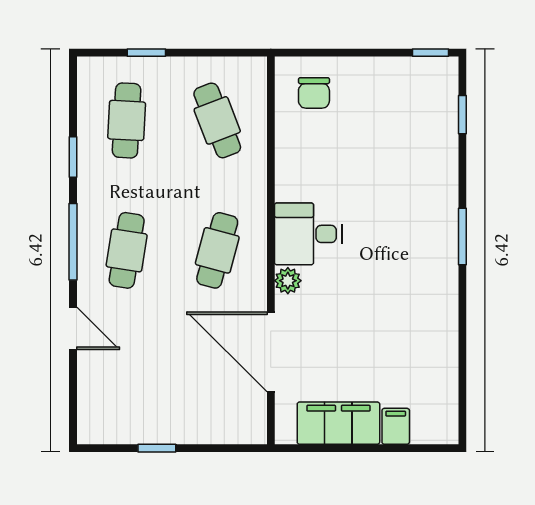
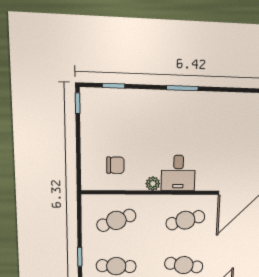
chair: (314, 93) -> (115, 165), moved
cafe table: (217, 250) -> (185, 220), turned -30
plant: (288, 281) -> (153, 184), moved

